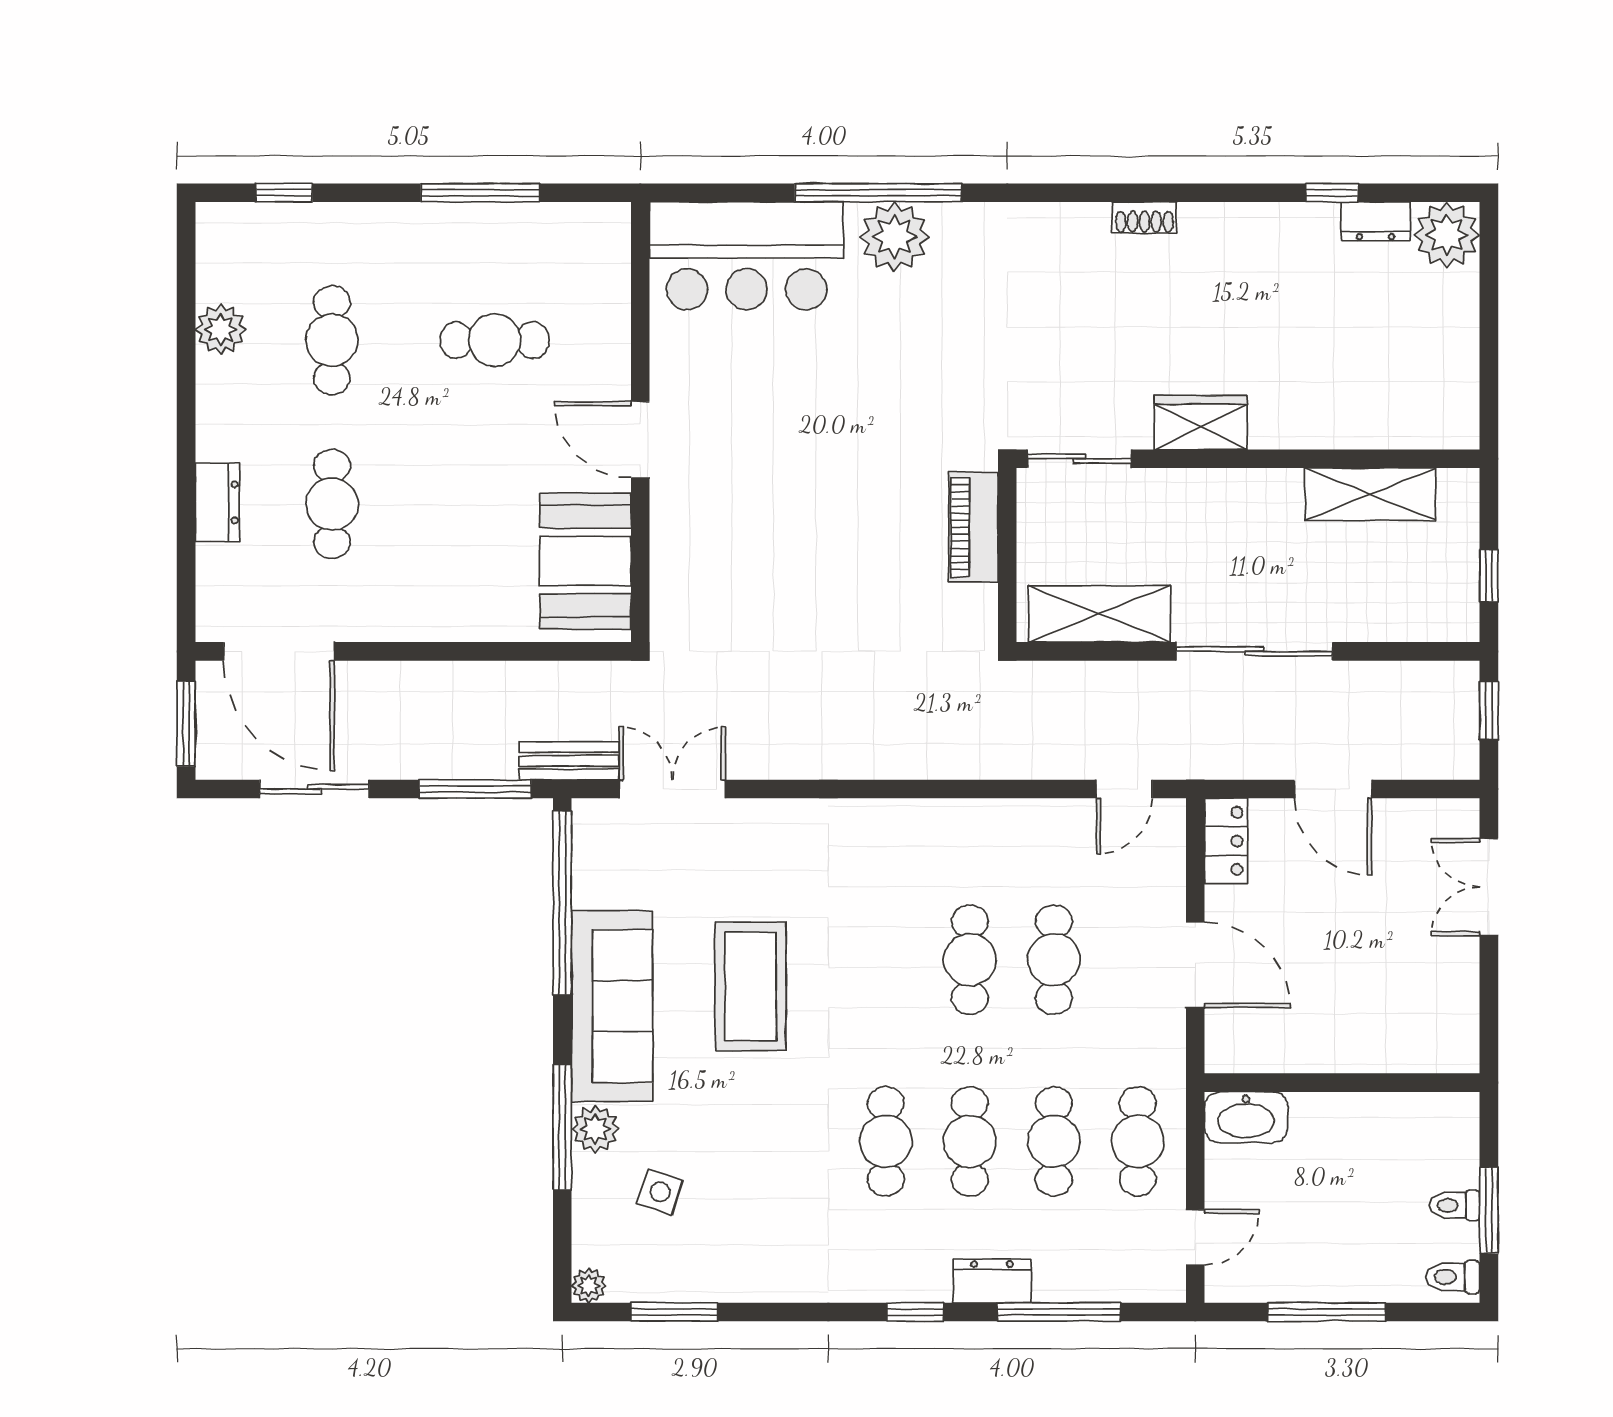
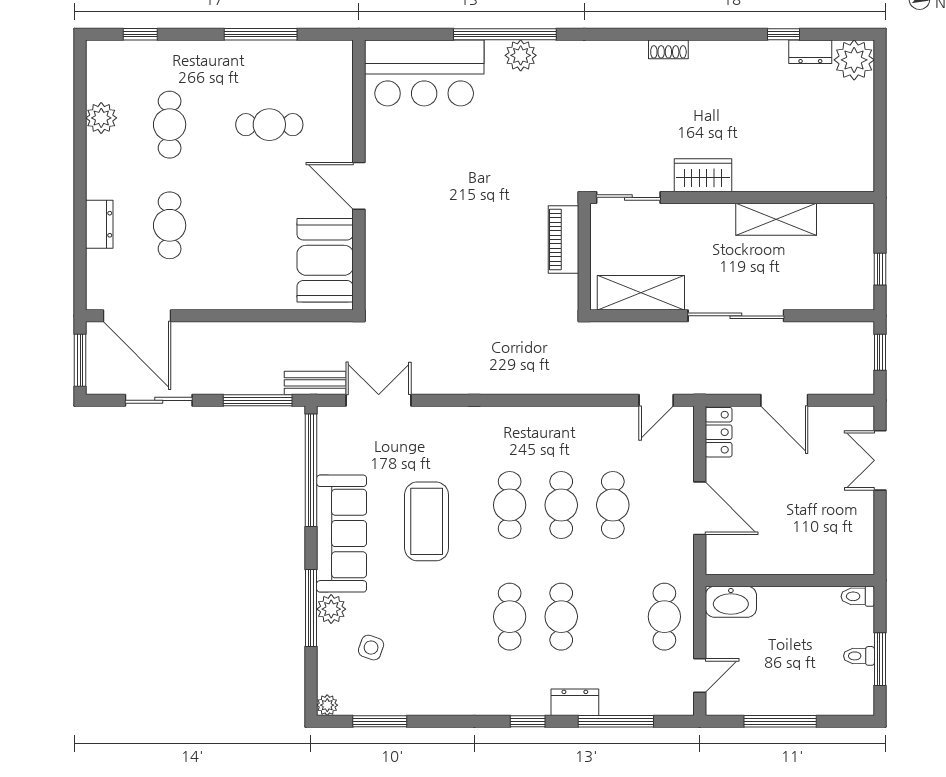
plant: (894, 237) -> (521, 55), width x0.73, depth x0.73
shelving: (1370, 494) -> (776, 219), moved
cafe table: (1054, 1141) -> (510, 505), moved
toilet: (1453, 1277) -> (858, 596), moved

